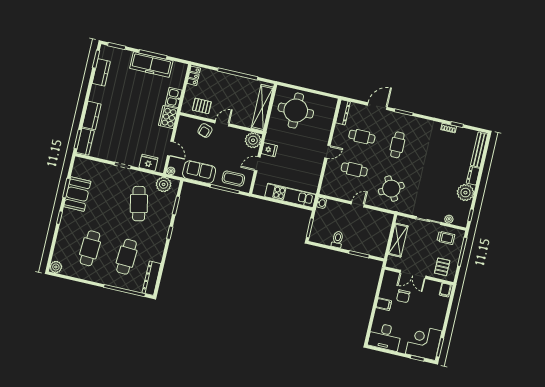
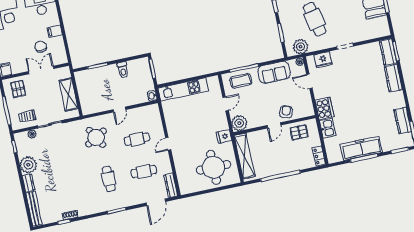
door: (377, 106) -> (156, 202), moved
fridge: (269, 150) -> (224, 136), moved

